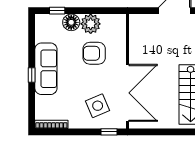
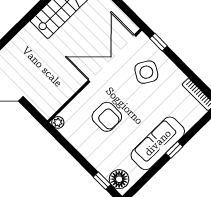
floor lamp: (71, 22) -> (119, 179), moved
plant: (91, 24) -> (58, 122), moved, width x0.53, depth x0.53
side table: (98, 106) -> (146, 72), turned -36

